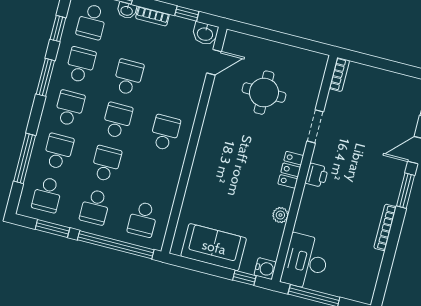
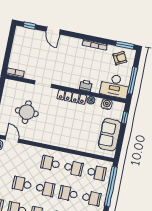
school desk: (117, 120) -> (45, 189), turned 180
locker: (291, 170) -> (72, 97), width x1.53
printer: (317, 175) -> (86, 86), moved
school desk: (154, 176) -> (74, 168), added
window: (406, 191) -> (125, 45), moved
water cooler: (265, 269) -> (107, 104), moved
armchair: (358, 274) -> (120, 58), added

